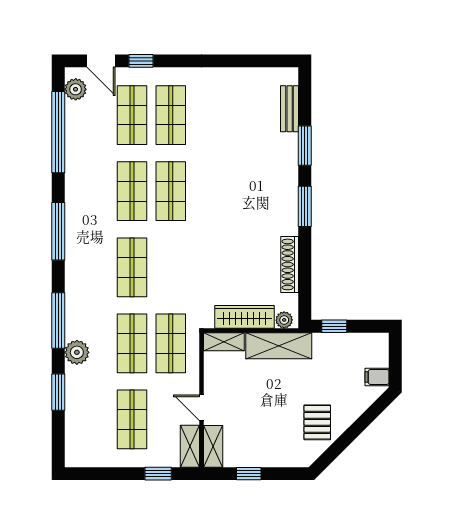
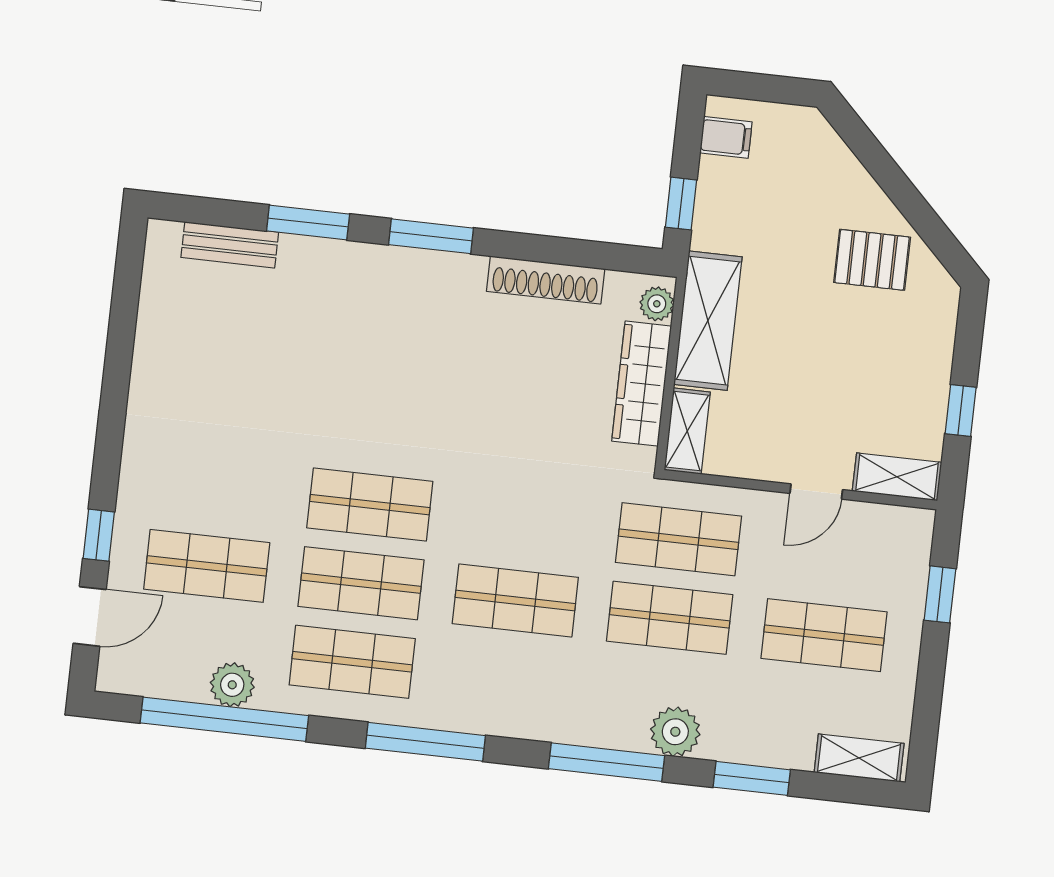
plant: (76, 89) -> (232, 685), moved
shop shelf: (171, 115) -> (352, 662), moved
filing cabinet: (377, 377) -> (726, 137), moved, turned -90
shelving: (190, 446) -> (859, 758), moved

